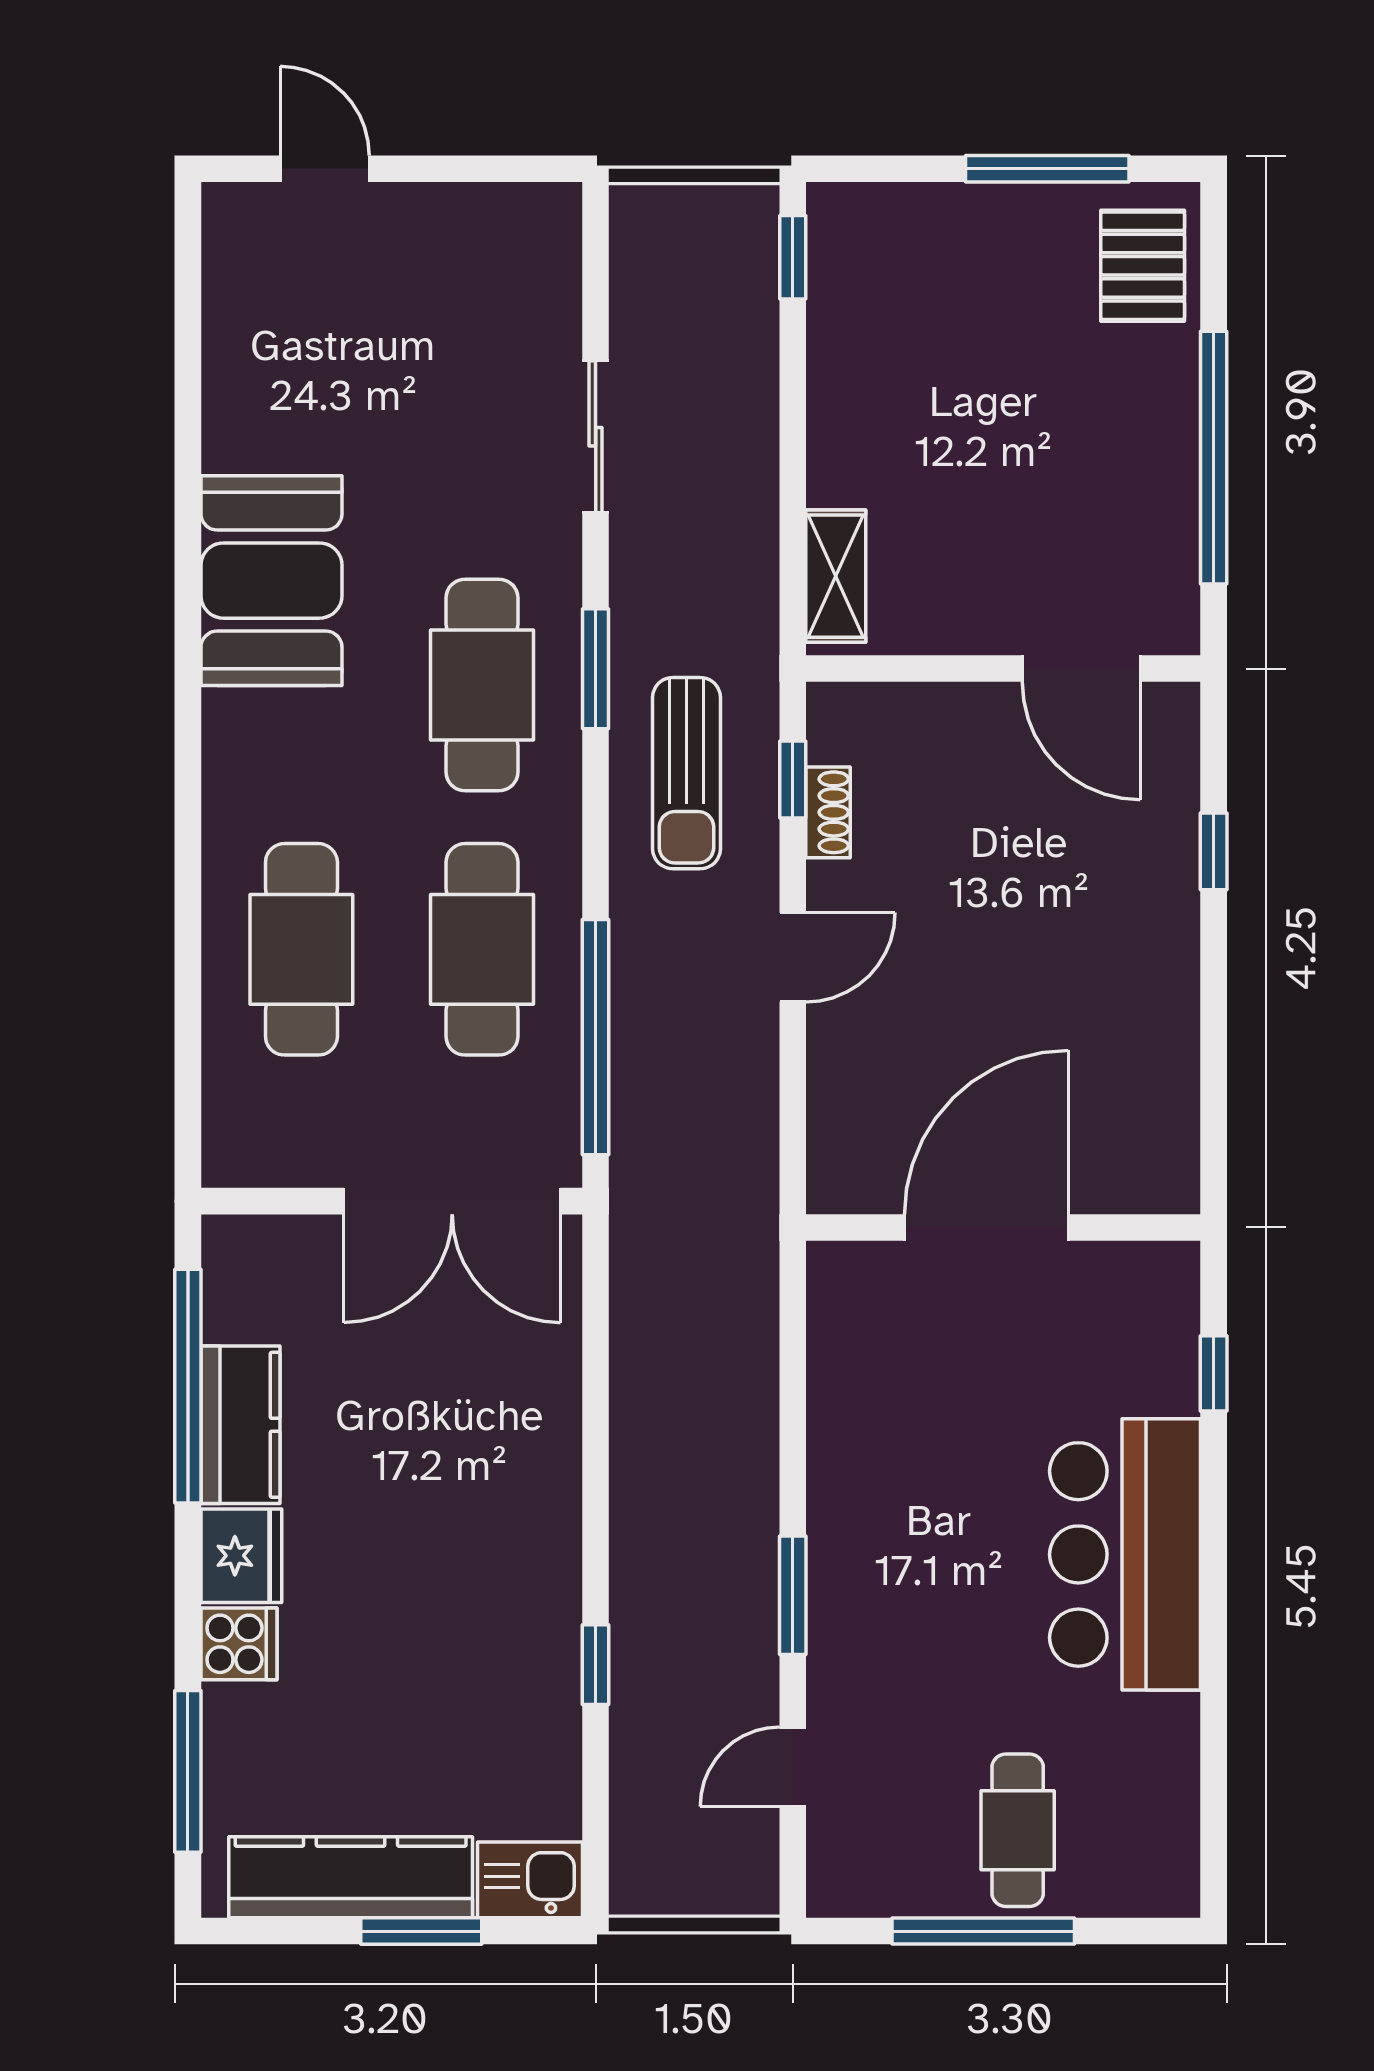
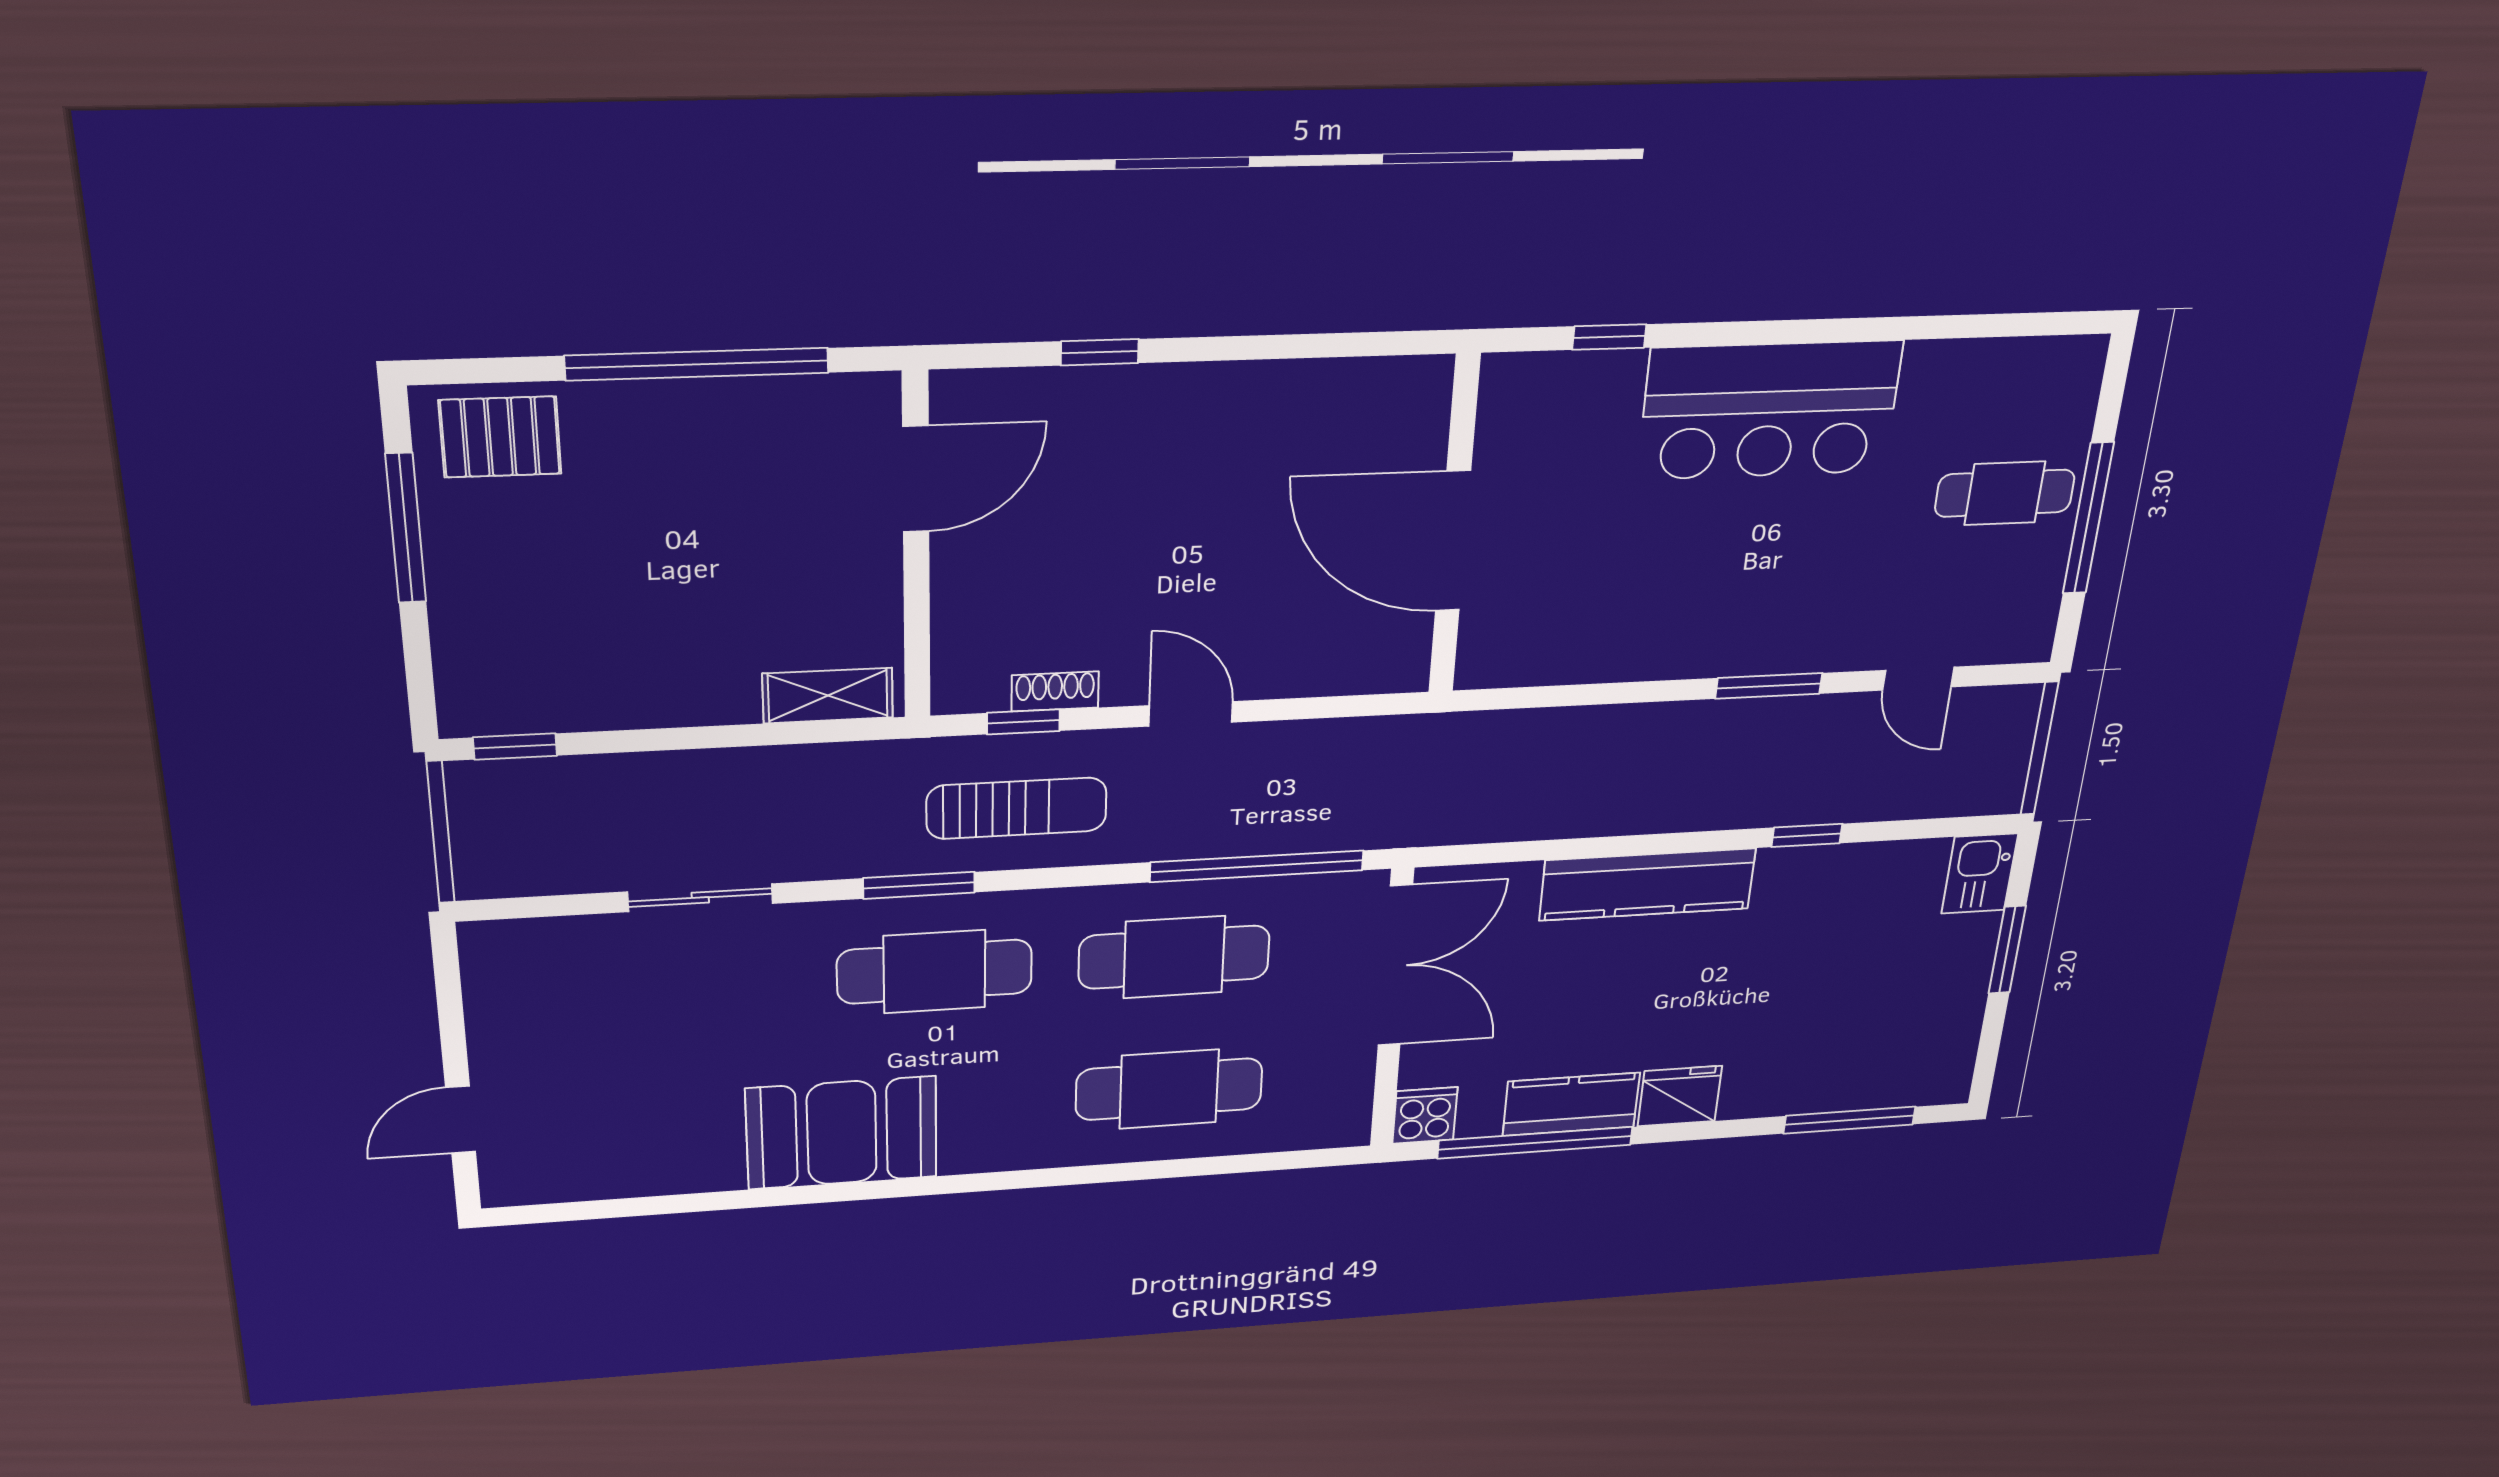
cooker: (239, 1644) -> (1425, 1115), moved
kitchen counter: (351, 1877) -> (1648, 884), moved, turned -90

